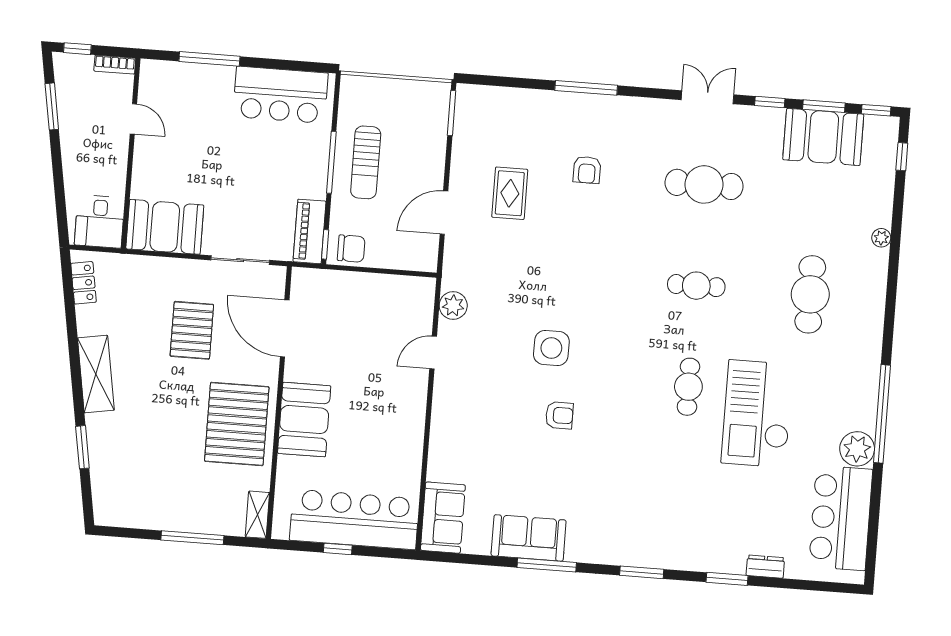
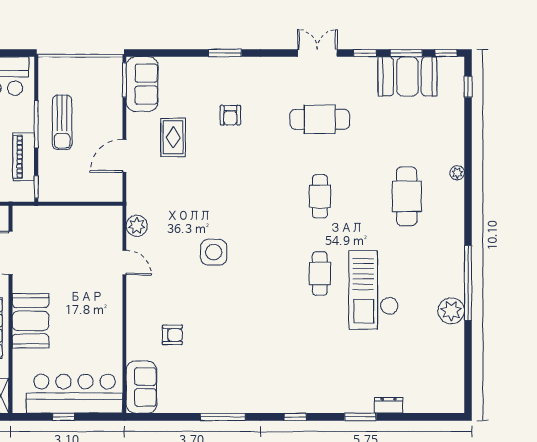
window: (586, 88) -> (225, 53), width x0.69
piano: (310, 231) -> (24, 157), moved
plant: (881, 238) -> (457, 173), moved
chair: (351, 249) -> (56, 189), removed
cafe table: (696, 286) -> (320, 196), turned 90
door: (433, 353) -> (124, 263), swing flipped
armchair: (559, 415) -> (172, 335), moved
bar counter: (841, 518) -> (443, 364), removed
sofa: (529, 538) -> (142, 84), moved, turned 90
window: (642, 572) -> (295, 417), width x0.67

